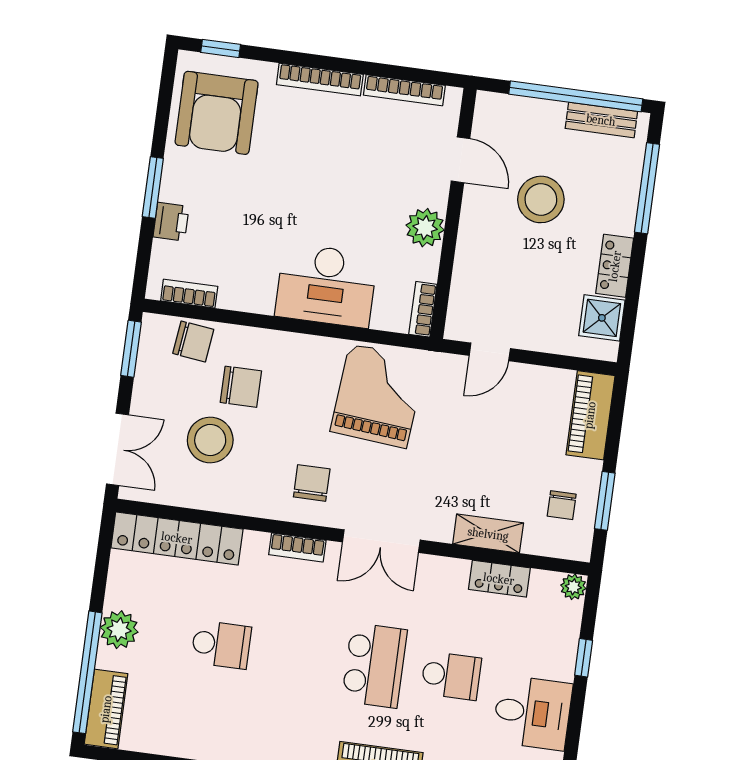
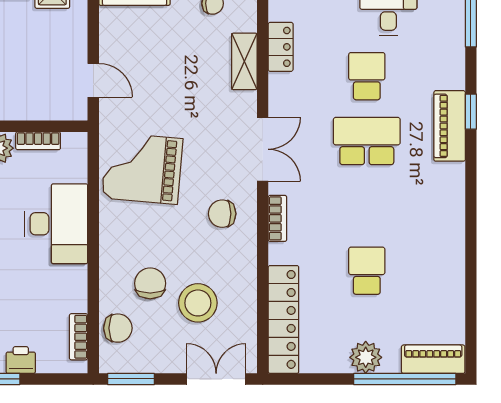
bookcase: (423, 309) -> (38, 141), moved
chair: (193, 341) -> (118, 328), turned 83

